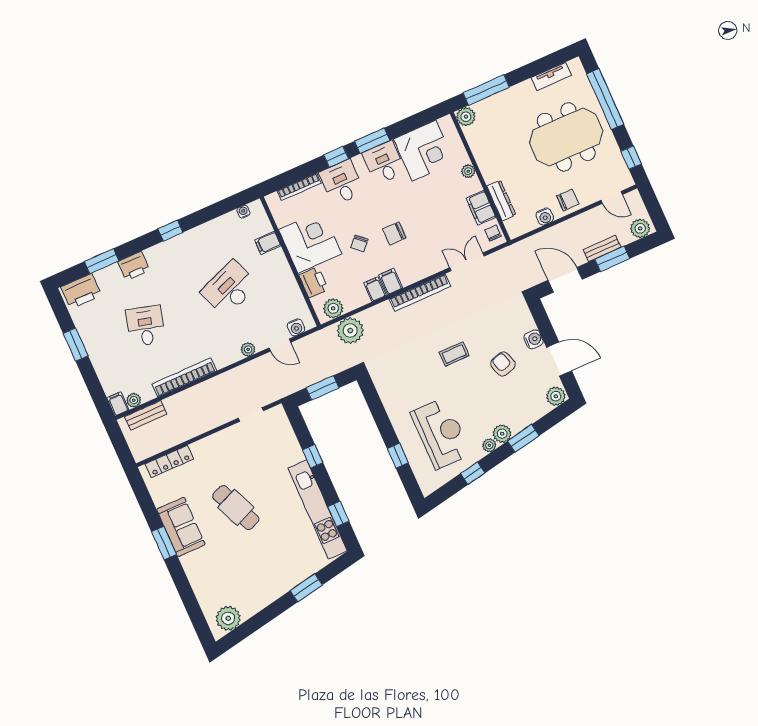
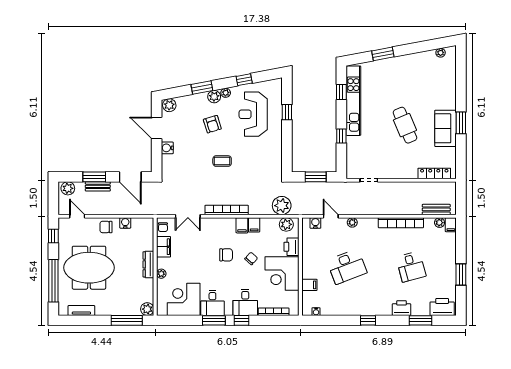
dresser: (501, 201) -> (148, 264), moved
desk: (146, 326) -> (411, 267), turned -30
armchair: (503, 364) -> (212, 124), moved
plant: (228, 618) -> (441, 53), width x0.53, depth x0.53

